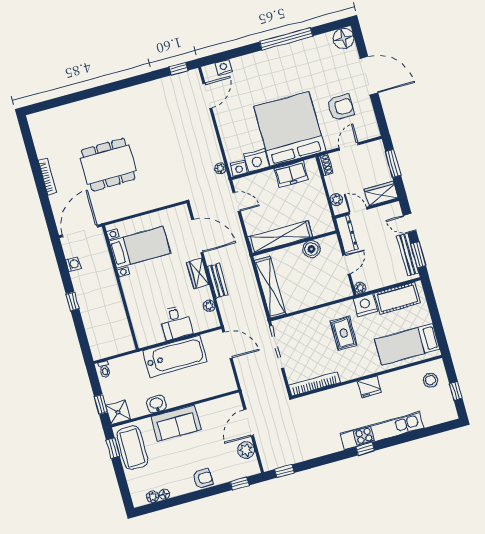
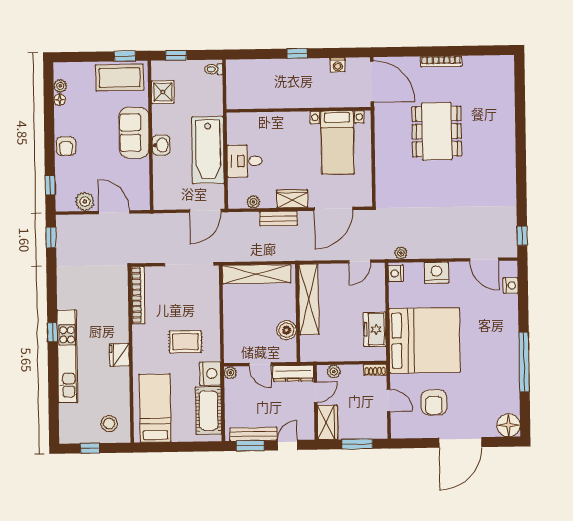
nightstand: (256, 160) -> (436, 273), moved, turned 90
washbasin: (156, 404) -> (161, 145), moved
shower: (118, 412) -> (163, 92), moved

